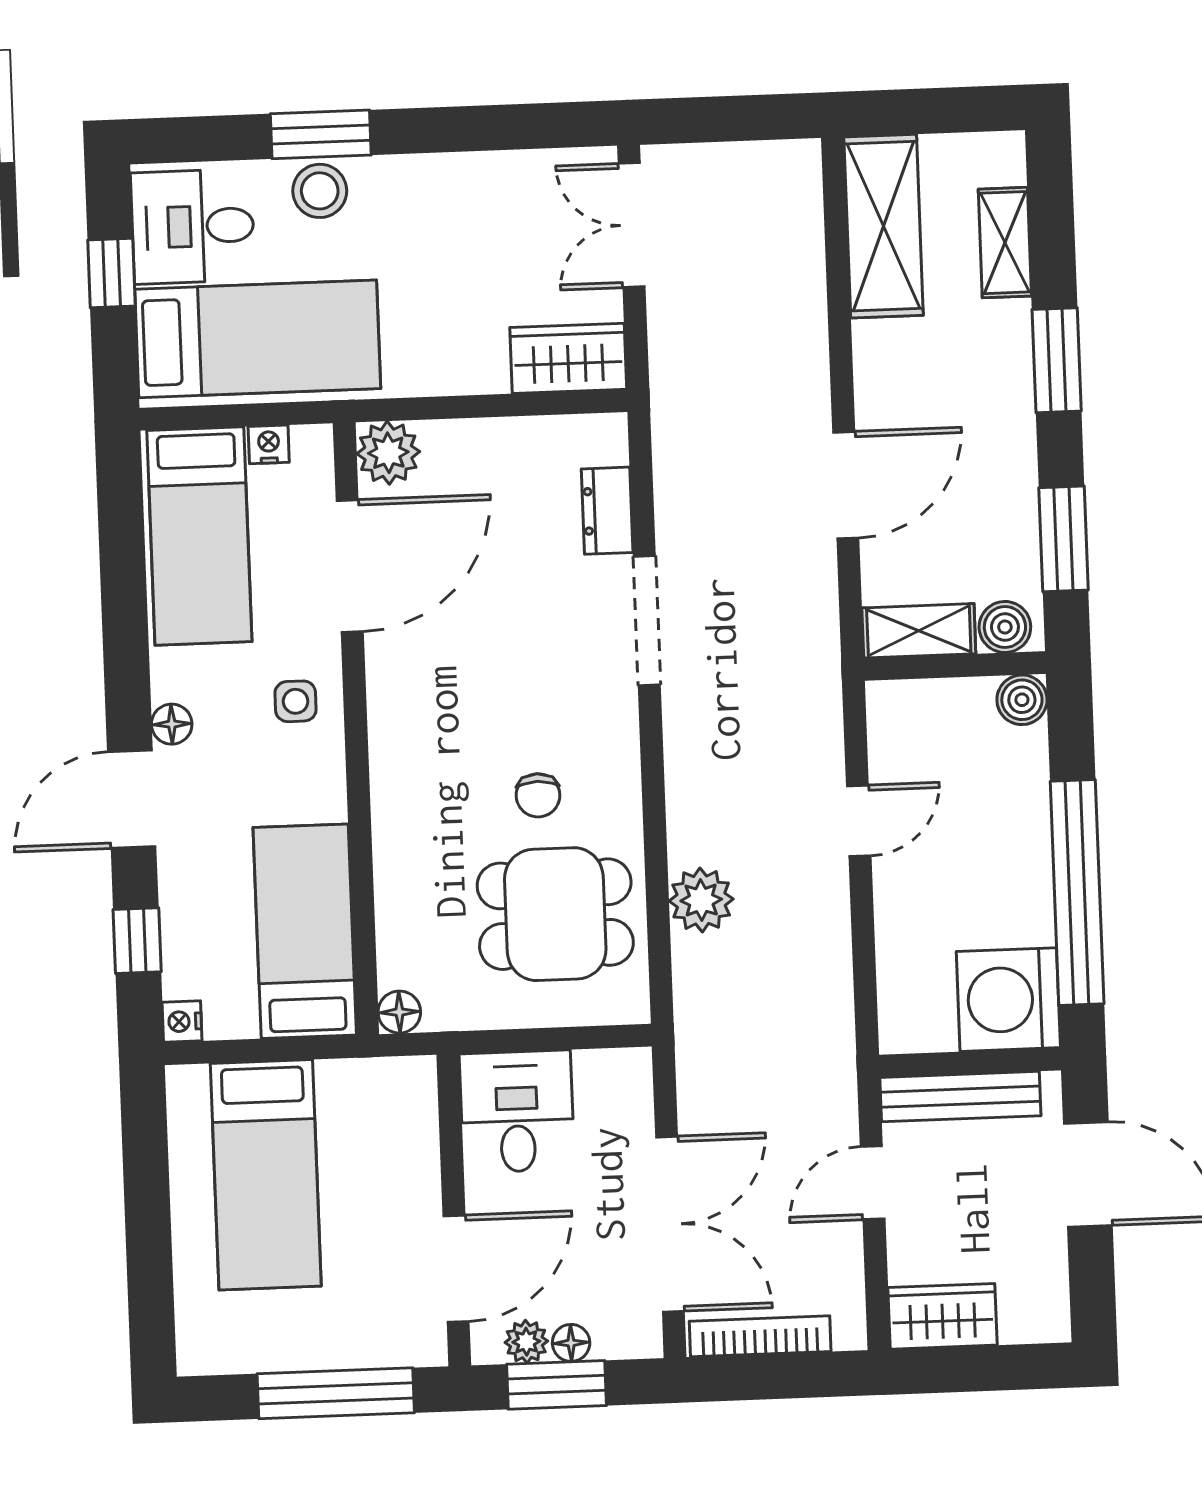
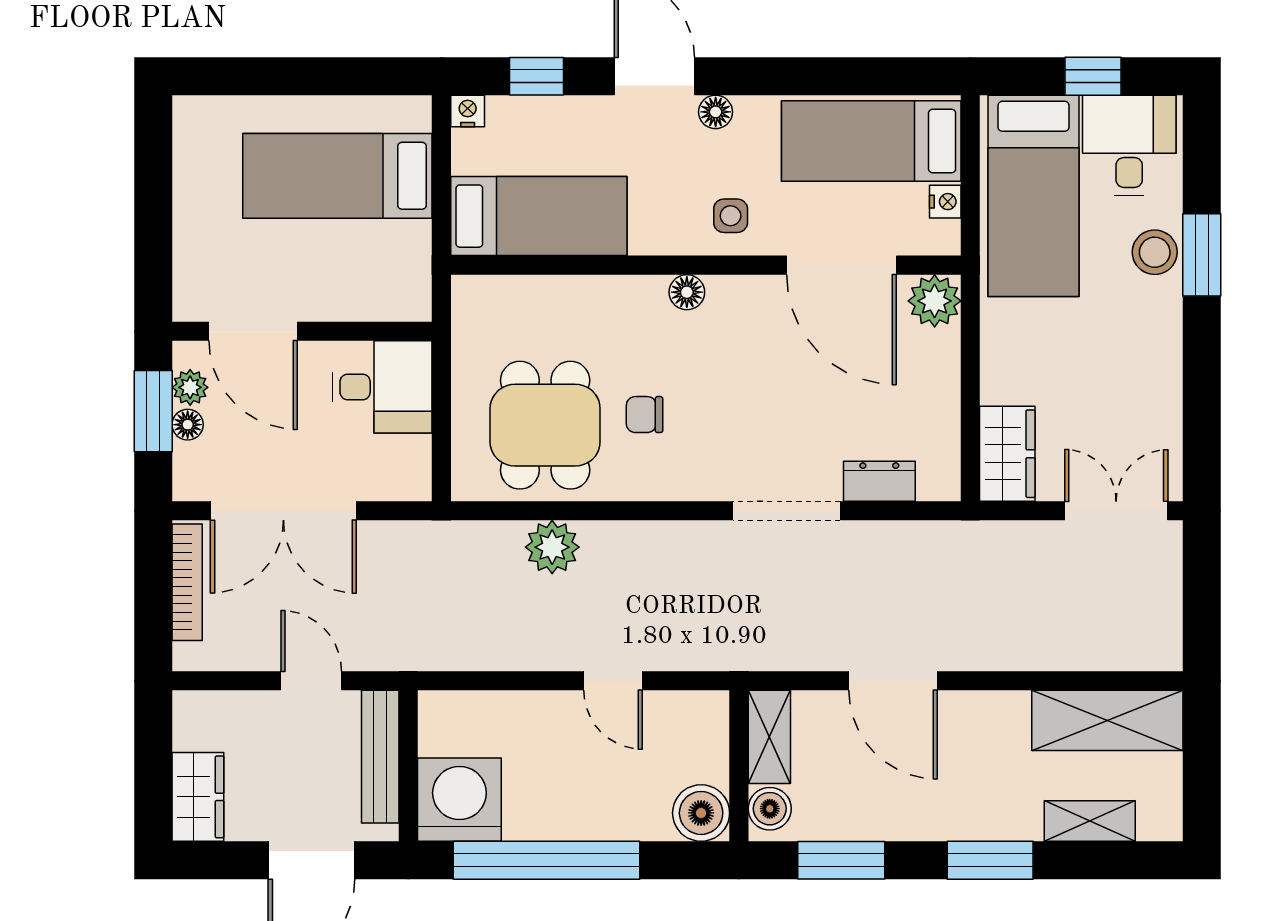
boiler: (1022, 700) -> (701, 813), width x1.36, depth x1.36
floor lamp: (399, 1012) -> (687, 292), moved
wardrobe: (943, 1316) -> (198, 797), moved
window: (336, 1393) -> (153, 227), removed

